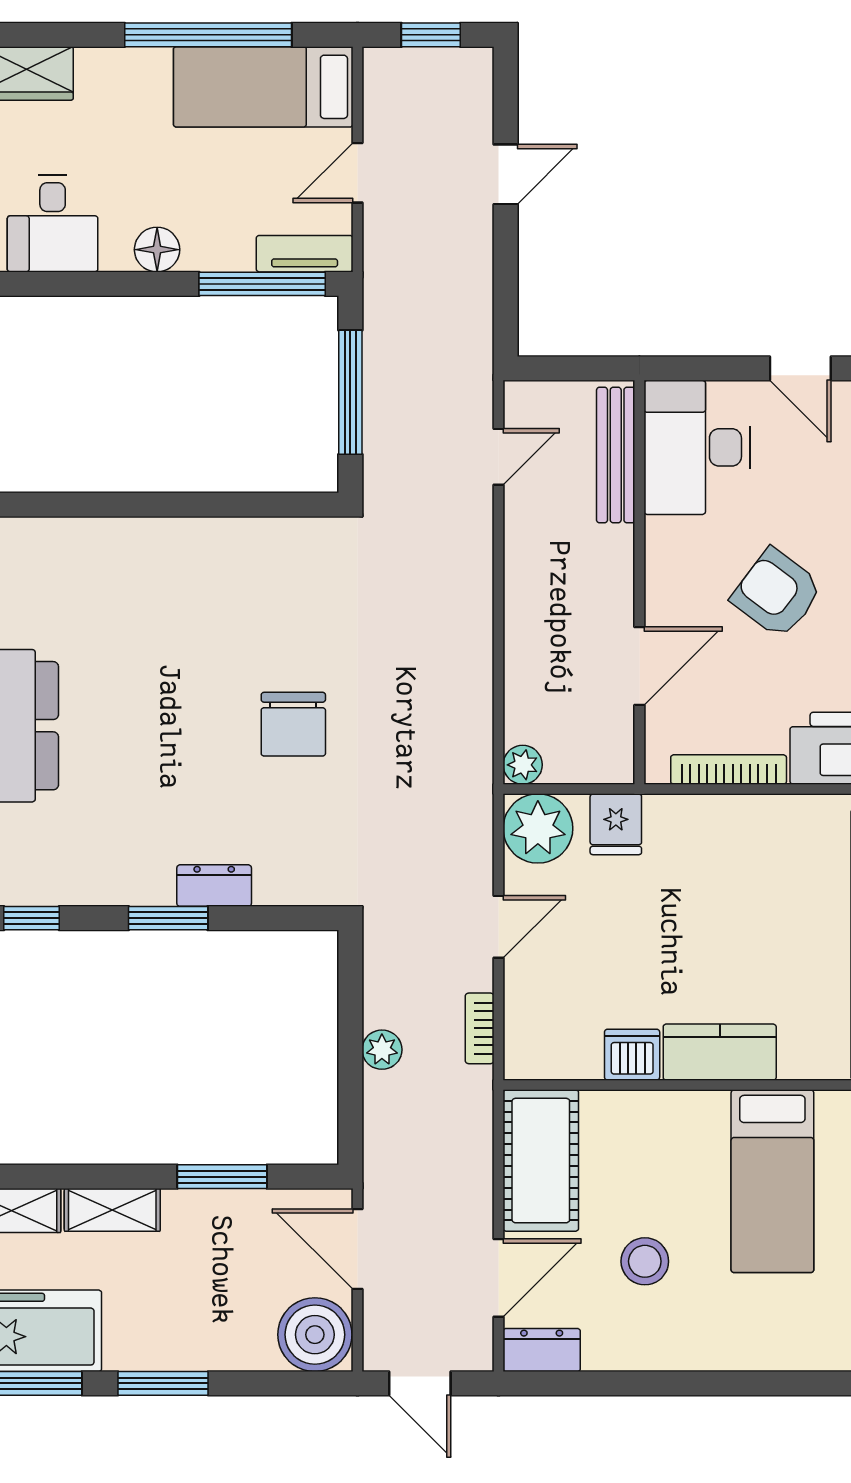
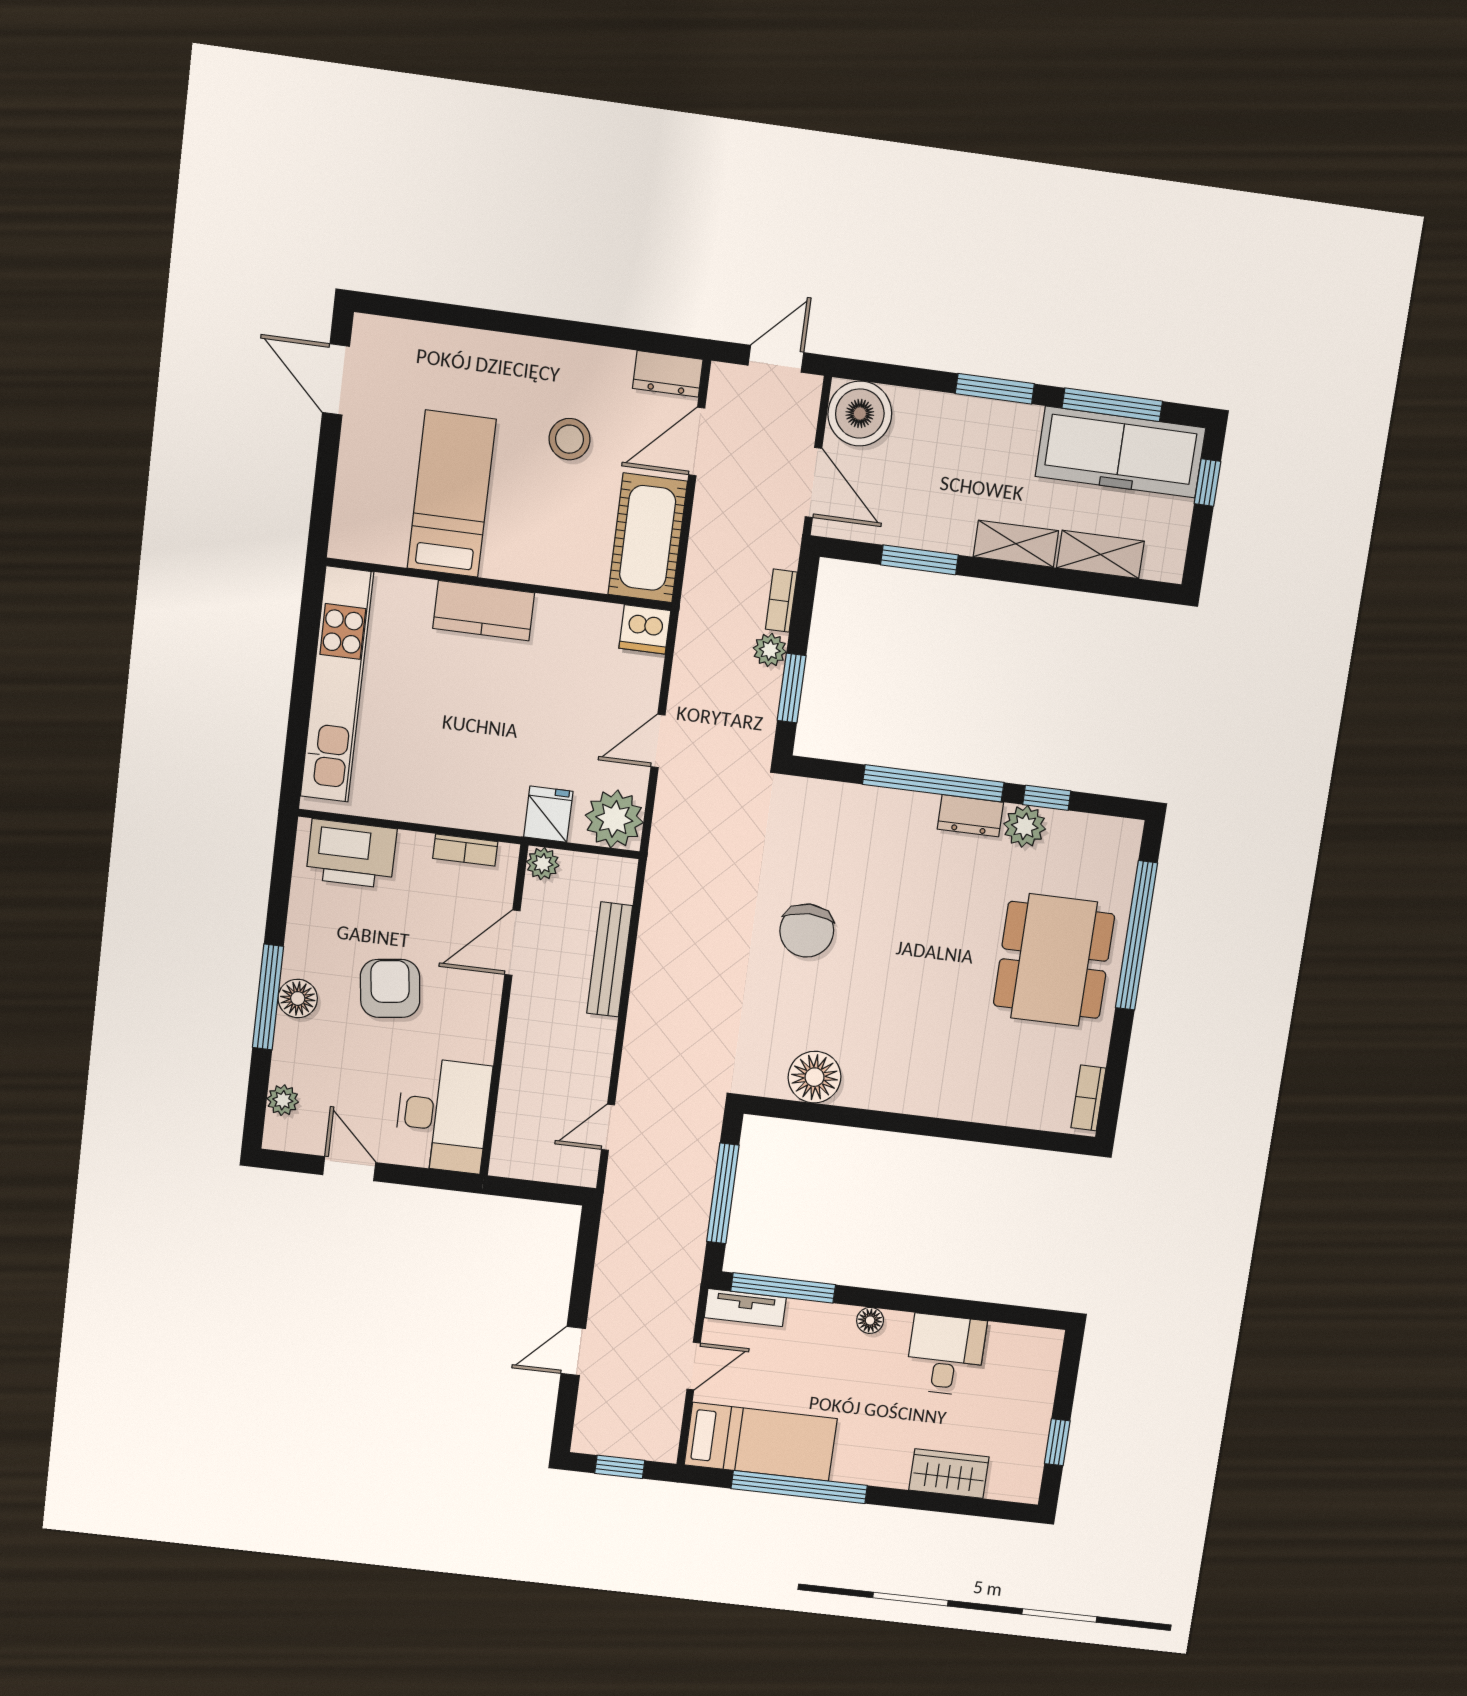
floor lamp: (157, 250) -> (870, 1320), width x0.73, depth x0.73
bench: (616, 455) -> (610, 959), moved
floor lamp: (260, 548) -> (815, 1077), added
armchair: (777, 593) -> (390, 988), turned -134
chair: (293, 724) -> (807, 931), turned 180
plant: (523, 765) -> (543, 864), moved
bookcase: (729, 769) -> (465, 850), width x0.64
plant: (53, 881) -> (1025, 826), added
dresser: (214, 886) -> (970, 816), moved
window: (168, 918) -> (933, 783), width x2.11
window: (350, 1009) -> (792, 688), added
bookcase: (480, 1028) -> (781, 601), moved, turned 180
dishwasher: (632, 1055) -> (645, 629), moved
door: (420, 1383) -> (776, 359), hinge flipped

